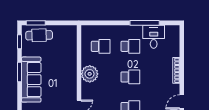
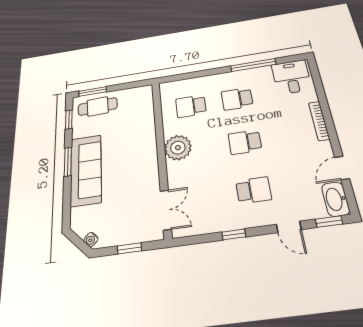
desk: (154, 37) -> (292, 77), moved
school desk: (101, 46) -> (191, 106), turned 180
school desk: (130, 46) -> (237, 99), turned 180
school desk: (130, 77) -> (245, 142), turned 180

